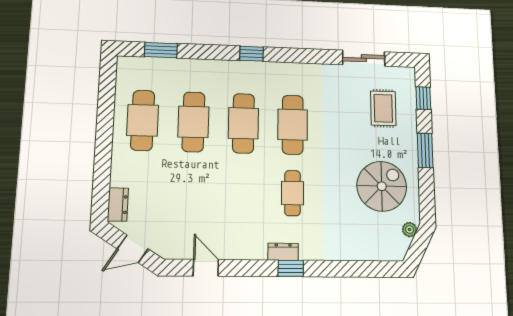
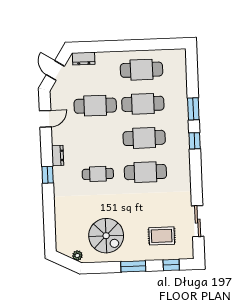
window: (161, 50) -> (193, 109), moved
cafe table: (191, 191) -> (95, 106), added
dresser: (283, 252) -> (58, 156), moved

